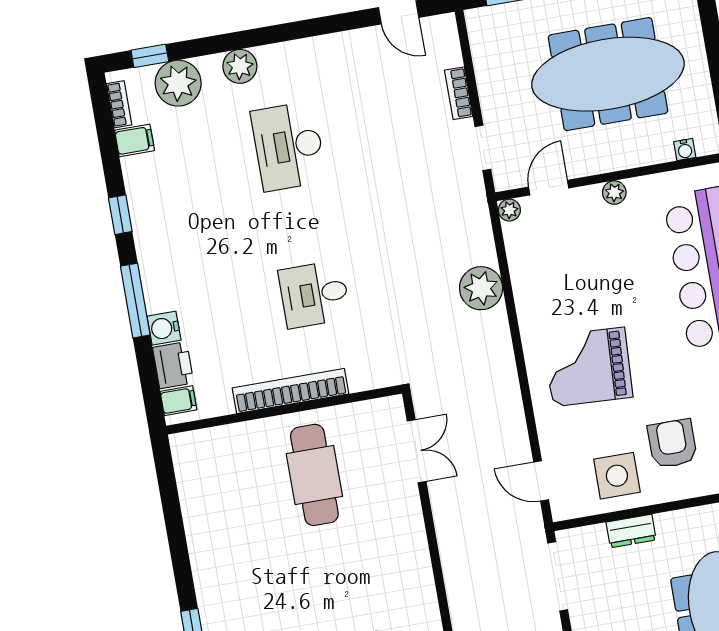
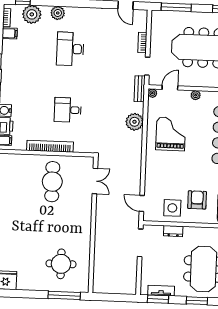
bench: (476, 206) -> (140, 89), added
grand piano: (588, 367) -> (171, 134), moved, turned 87

